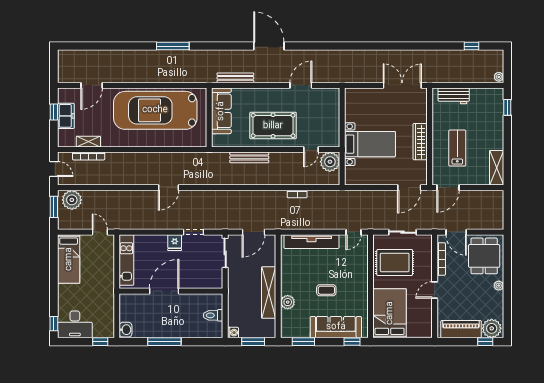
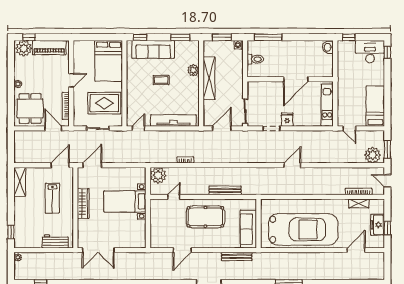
plant: (330, 162) -> (158, 175), moved
window: (164, 342) -> (268, 37), moved

